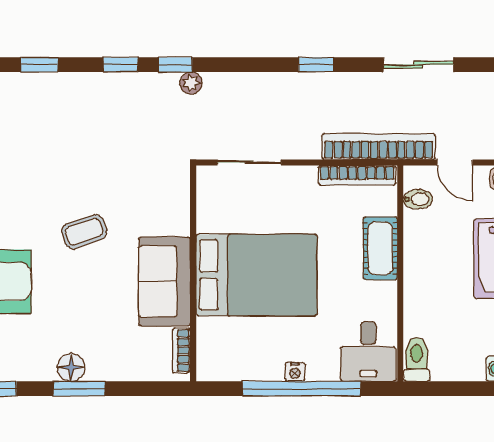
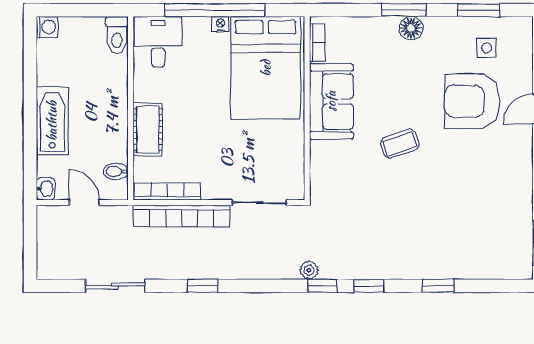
bookcase: (379, 147) -> (182, 216), moved
bed: (256, 275) -> (266, 68), moved, turned -90

